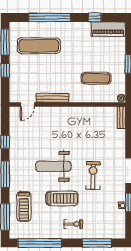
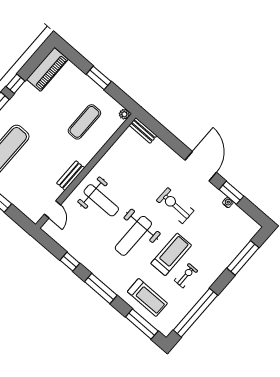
window: (95, 17) -> (15, 84), moved
bench: (53, 98) -> (71, 176), width x0.73
weight bench: (58, 129) -> (101, 200), added
exercise bike: (73, 224) -> (186, 276), moved

